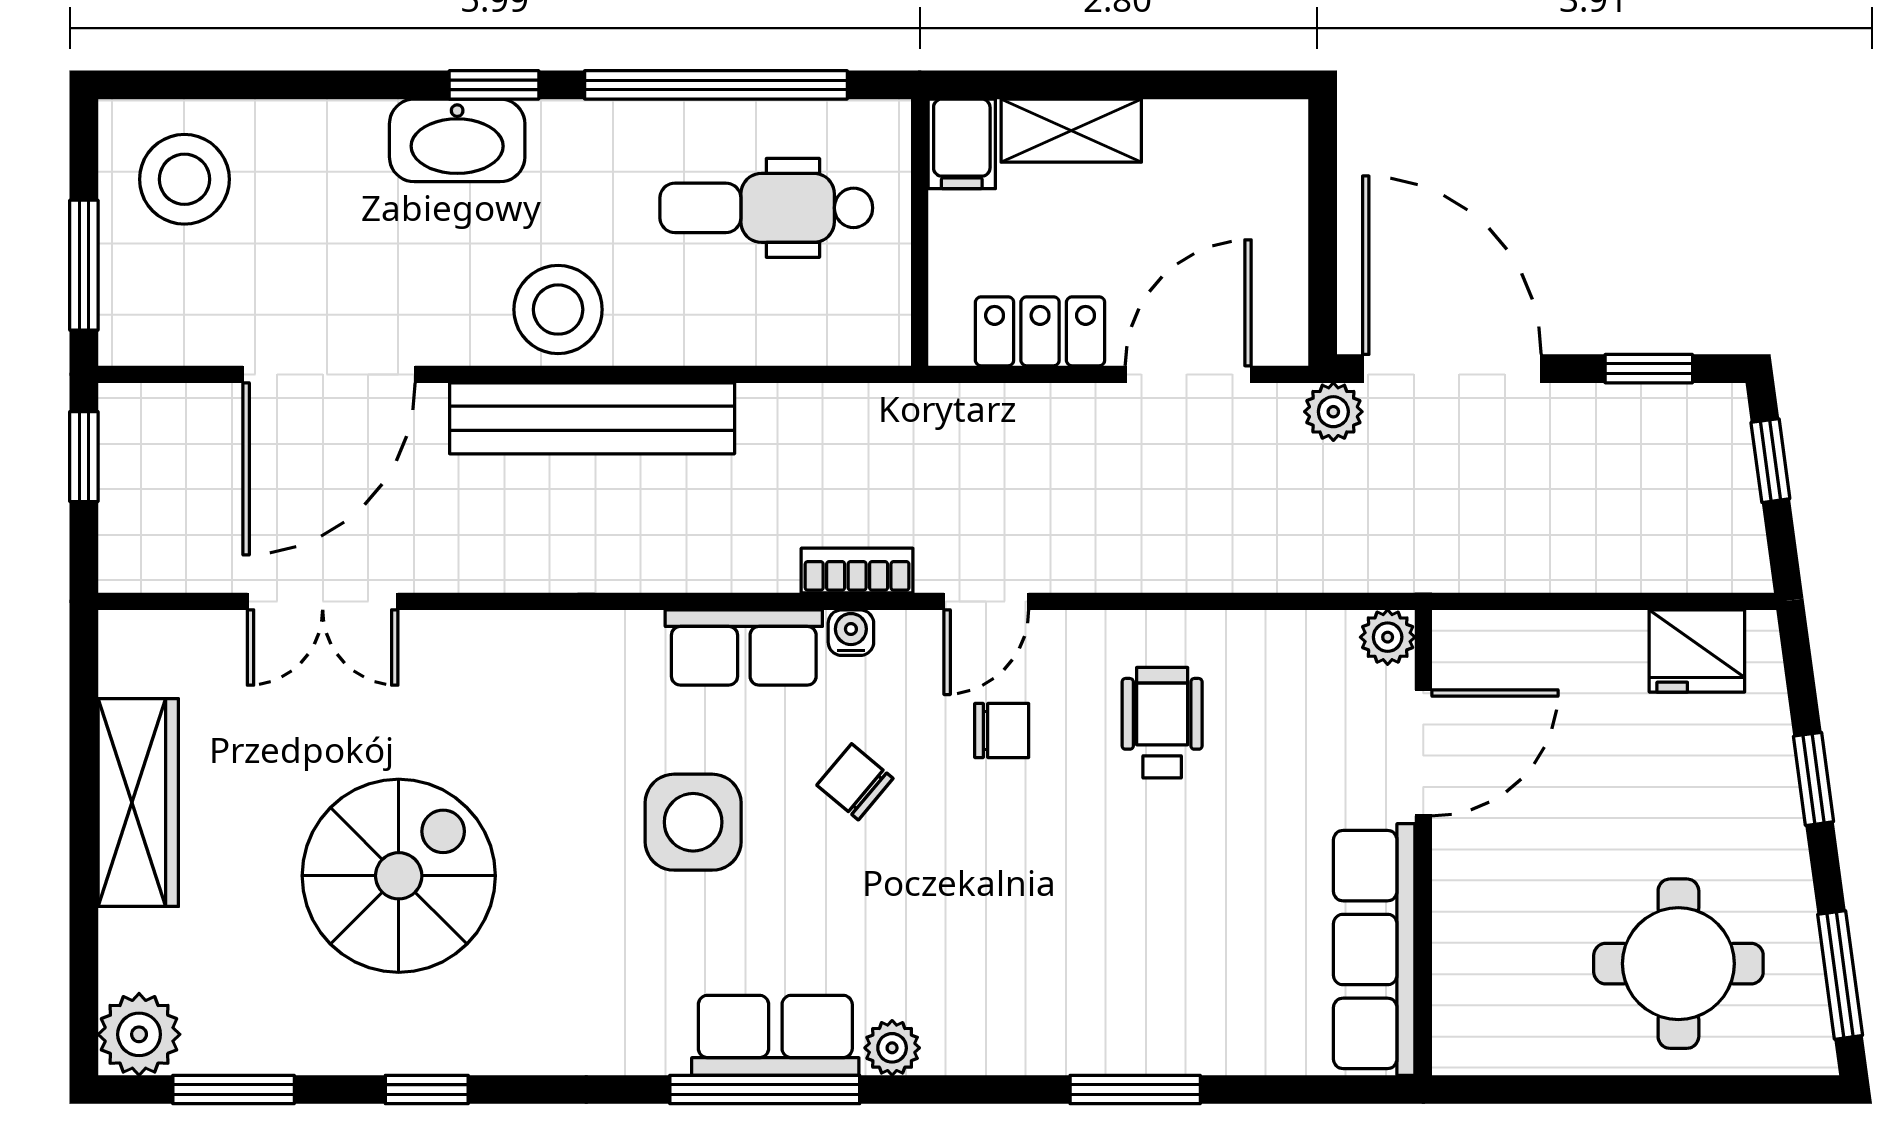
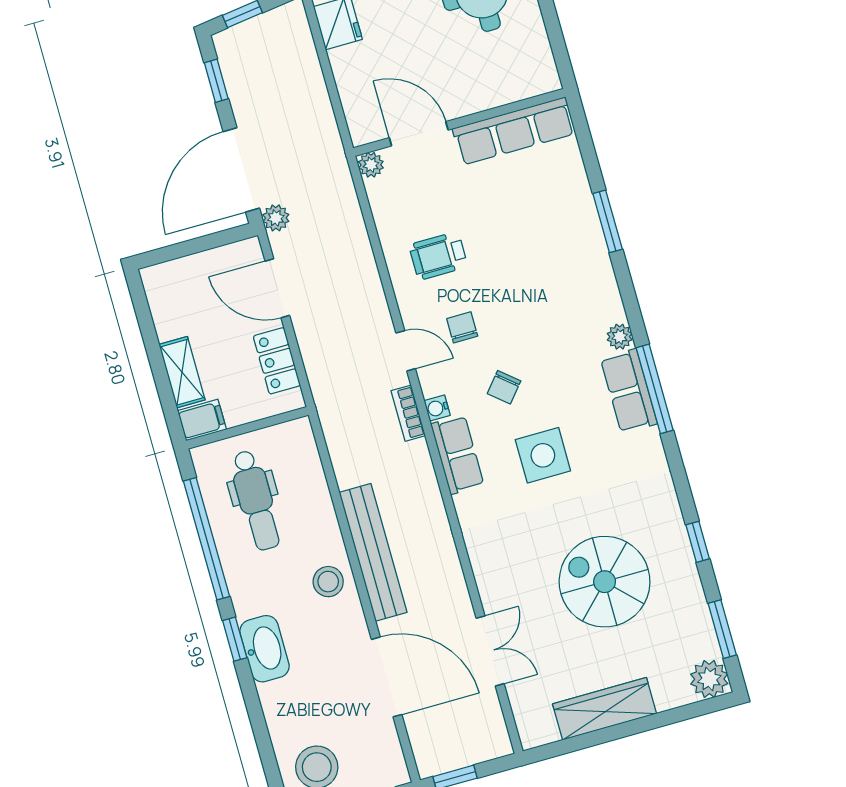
stool: (558, 310) -> (328, 582), width x0.73, depth x0.73

